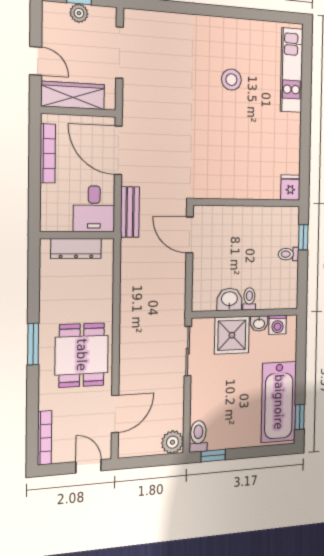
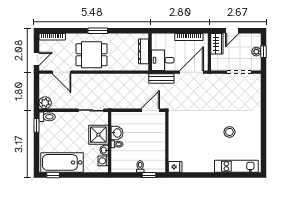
wardrobe: (73, 95) -> (217, 44), width x0.67

